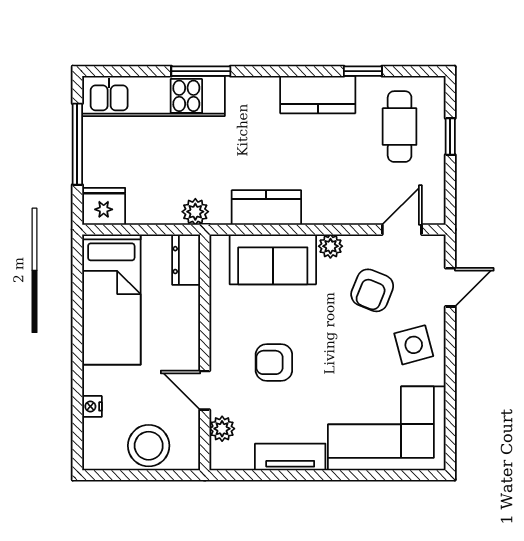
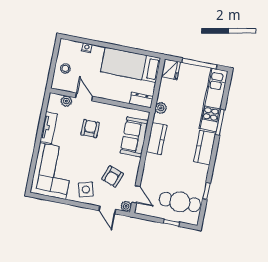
kitchen counter: (318, 95) -> (205, 147), moved
cafe table: (400, 127) -> (180, 202), width x1.37, depth x1.35
plant: (330, 246) -> (126, 206), moved
armchair: (372, 290) -> (113, 176), turned -93
door: (205, 390) -> (84, 97), hinge flipped
stool: (149, 446) -> (65, 68), width x0.53, depth x0.53

